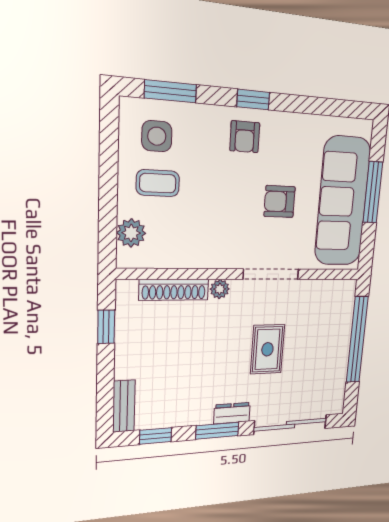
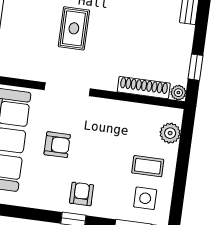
plant: (220, 289) -> (178, 93), moved

